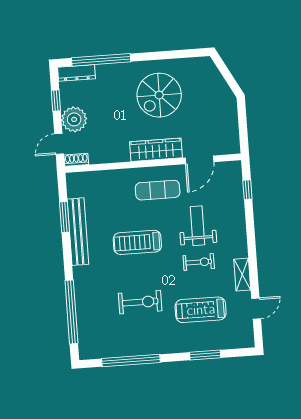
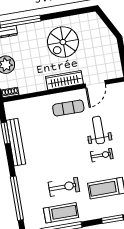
treadmill: (137, 242) -> (61, 213), moved, turned 180

